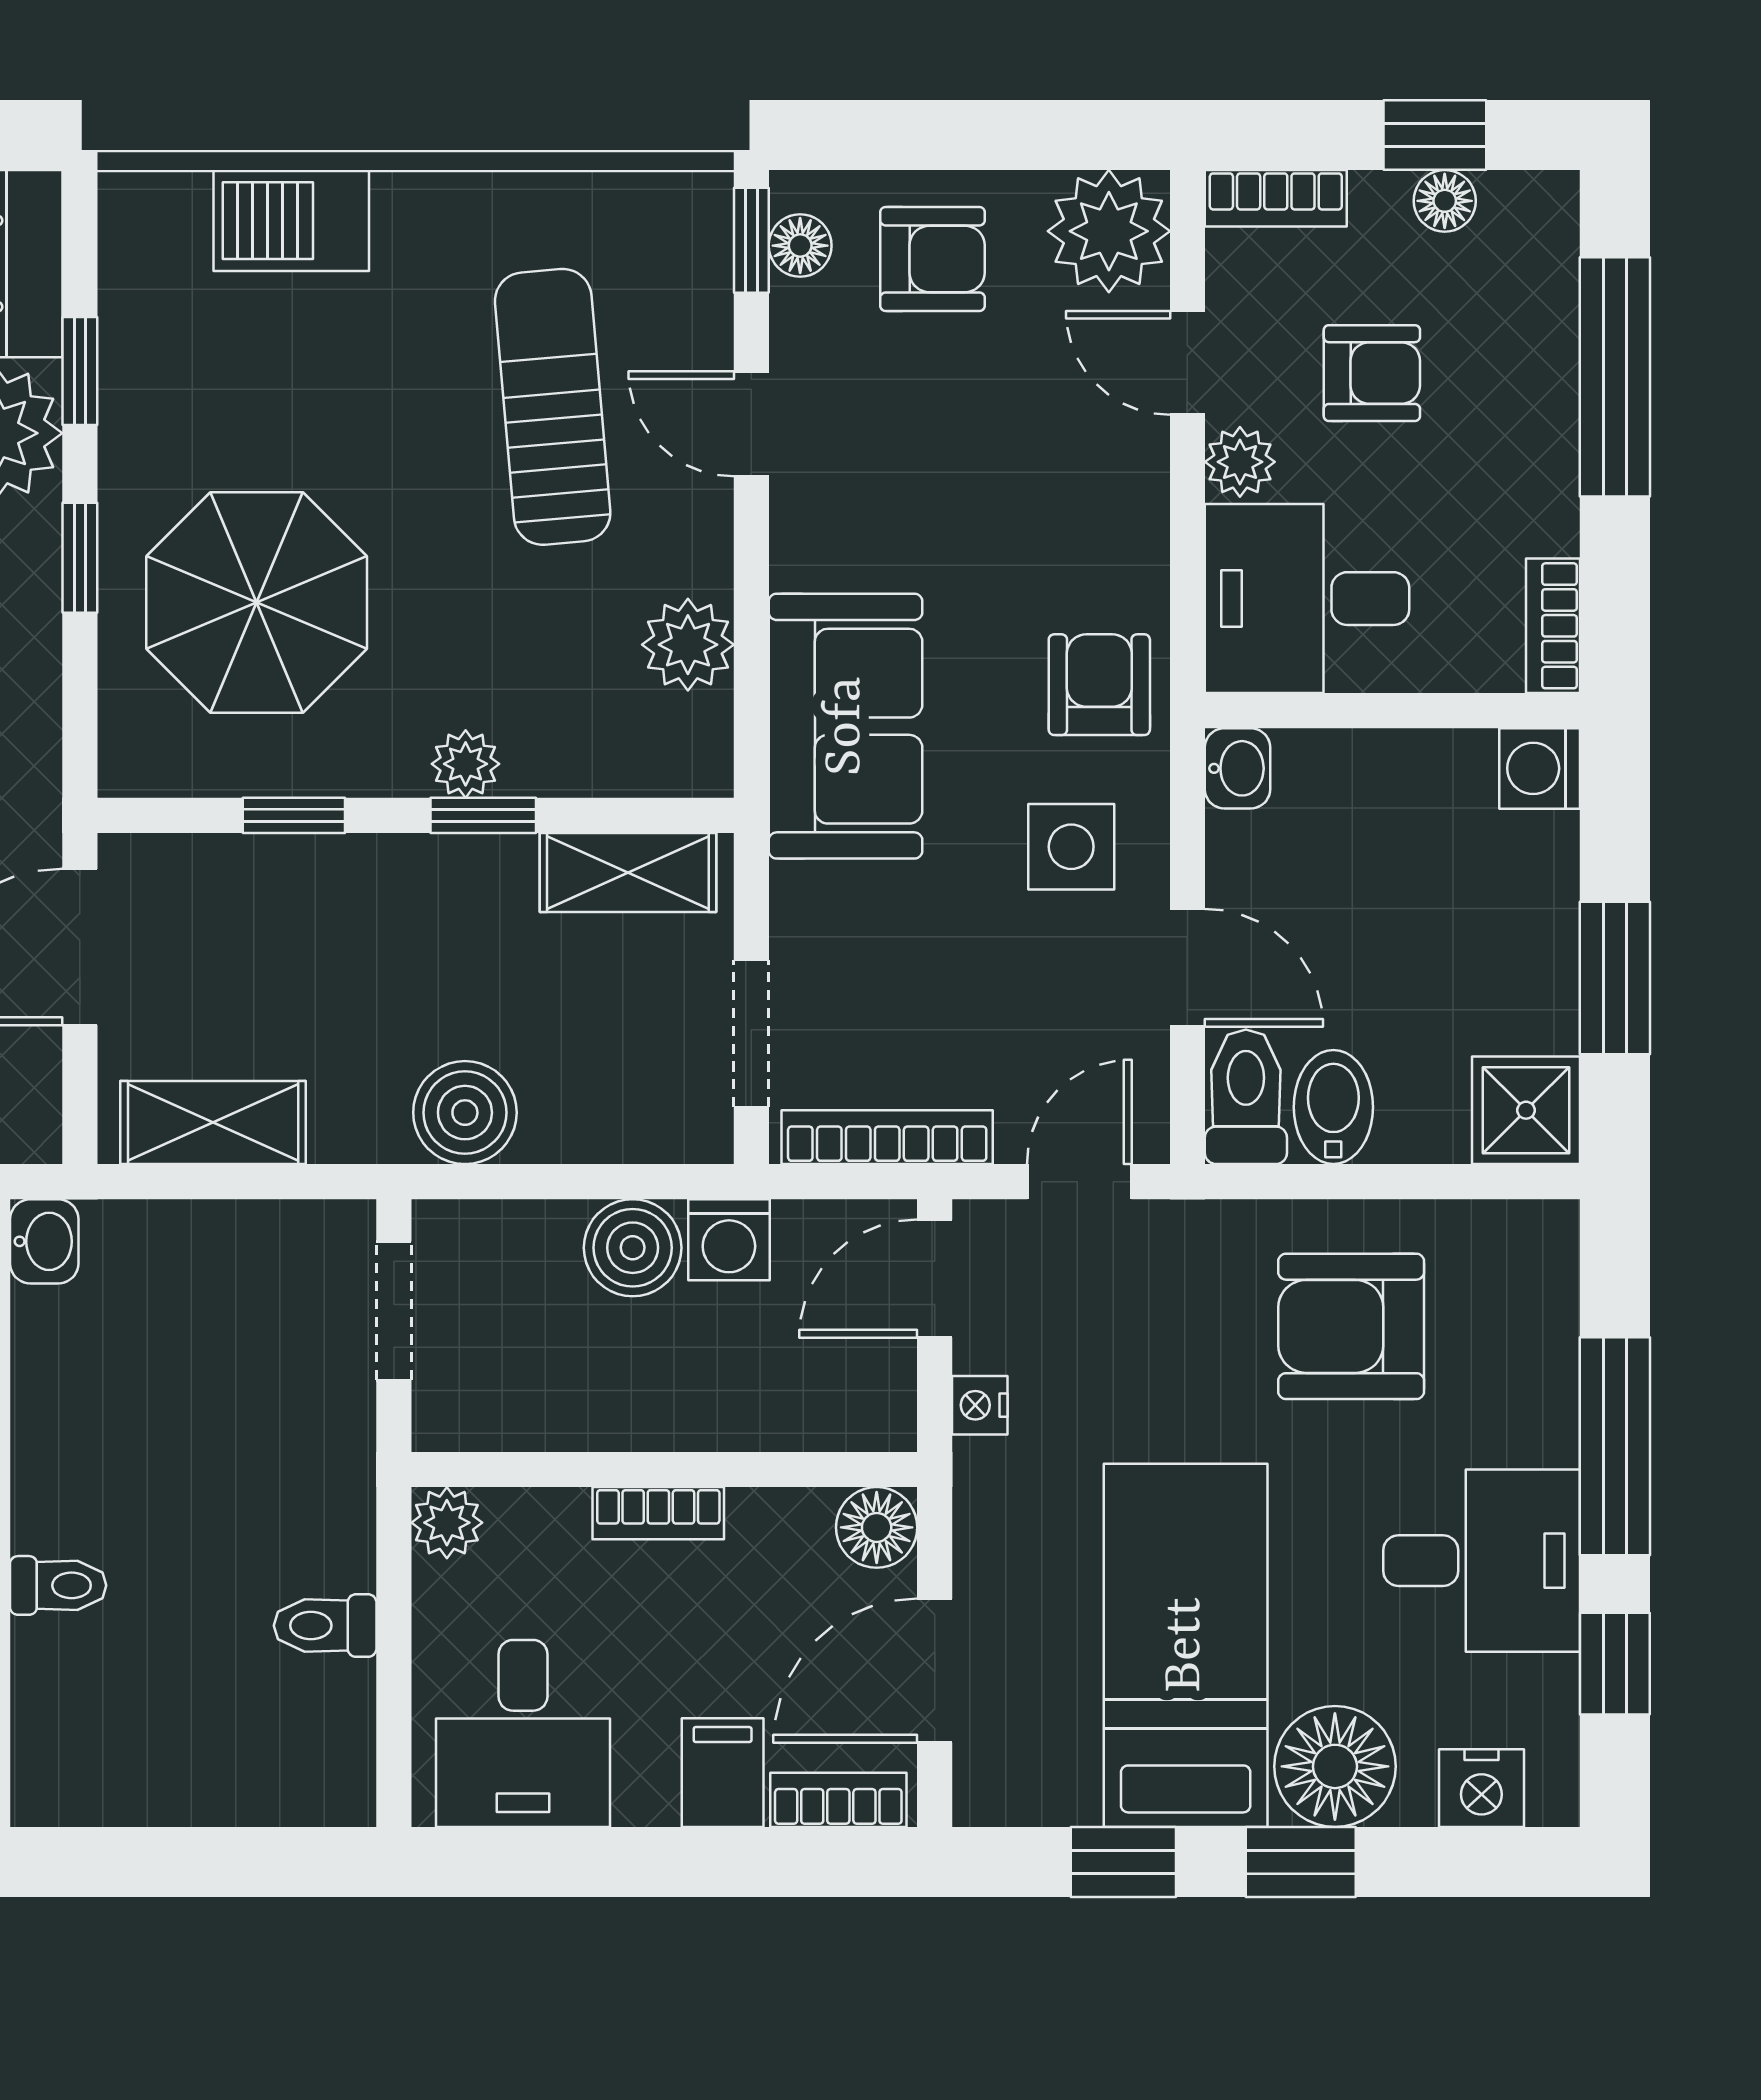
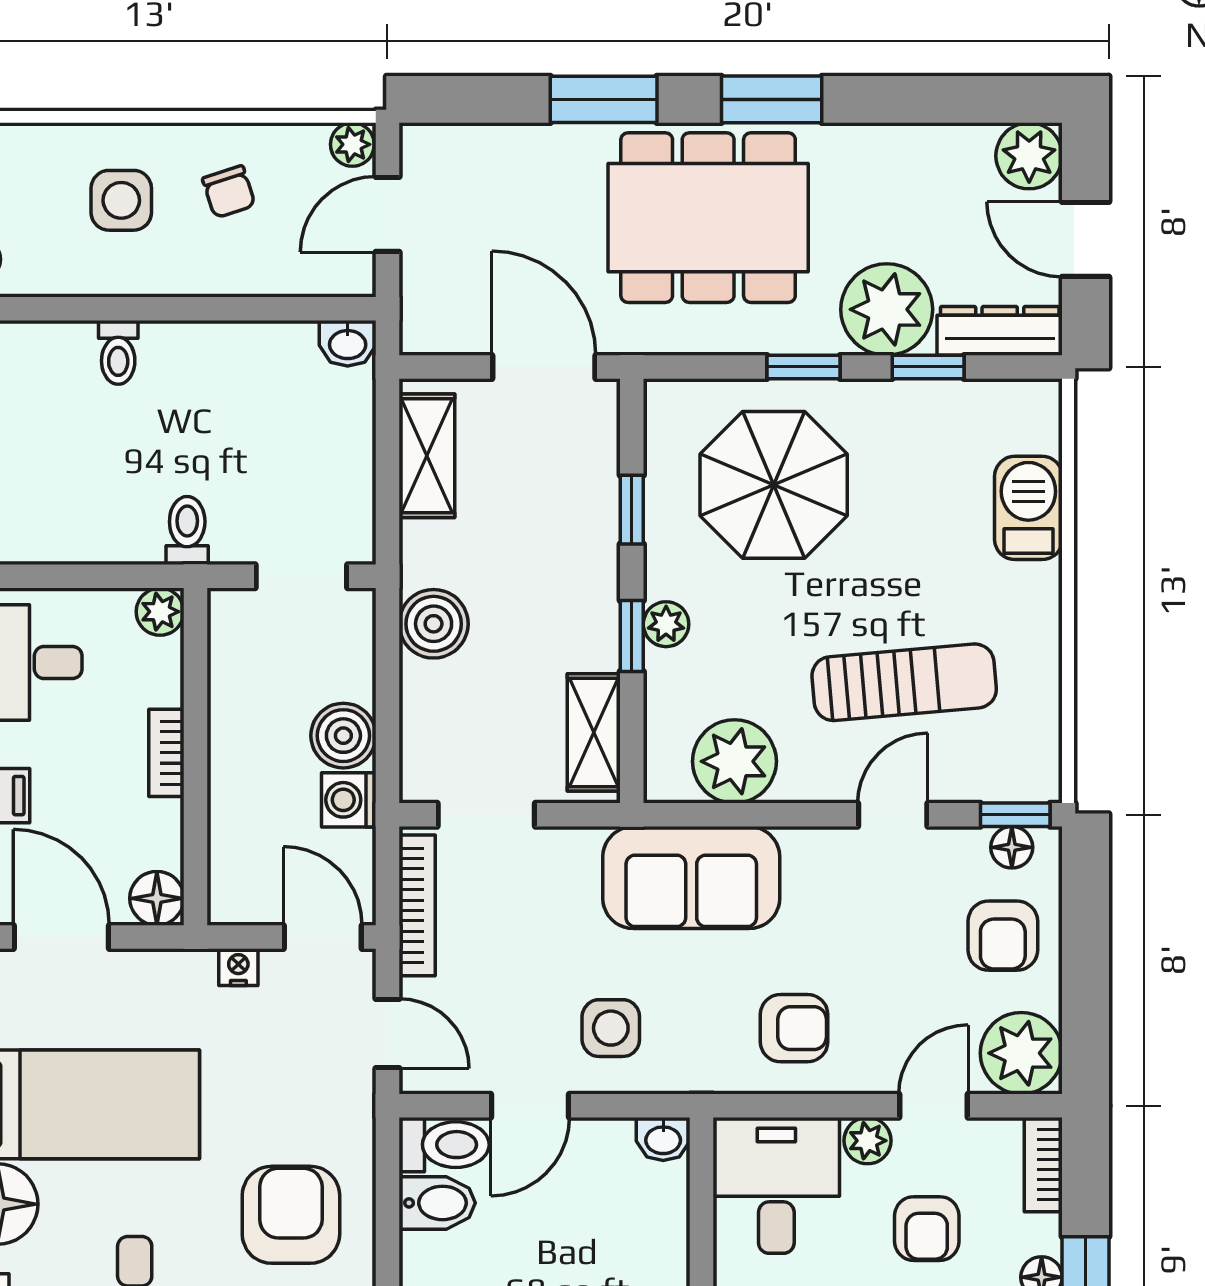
plant: (688, 645) -> (734, 761), width x1.36, depth x1.36
armchair: (1099, 685) -> (794, 1028), moved
toilet: (325, 1626) -> (187, 531), moved

